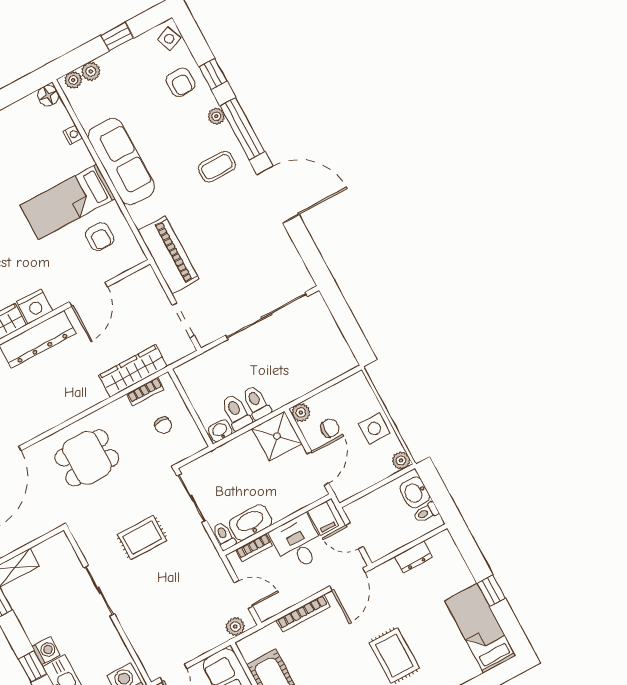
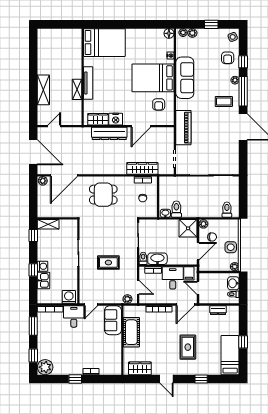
bed: (68, 202) -> (153, 78), width x1.50
toilet: (256, 403) -> (227, 210), moved
rug: (142, 538) -> (108, 263), moved

